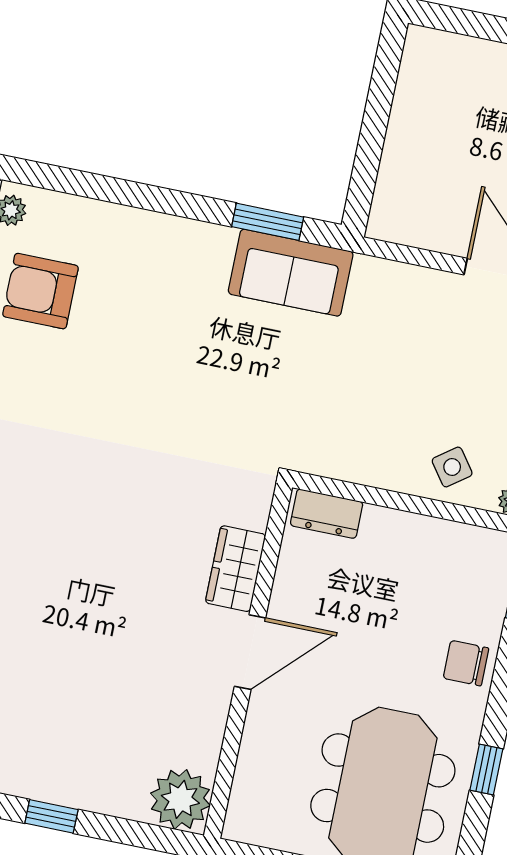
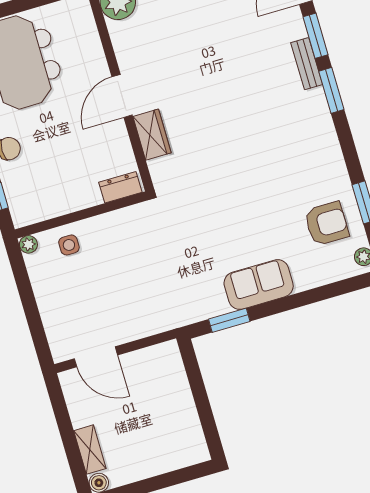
sofa: (291, 273) -> (259, 285), moved
side table: (452, 467) -> (69, 245), turned 36

